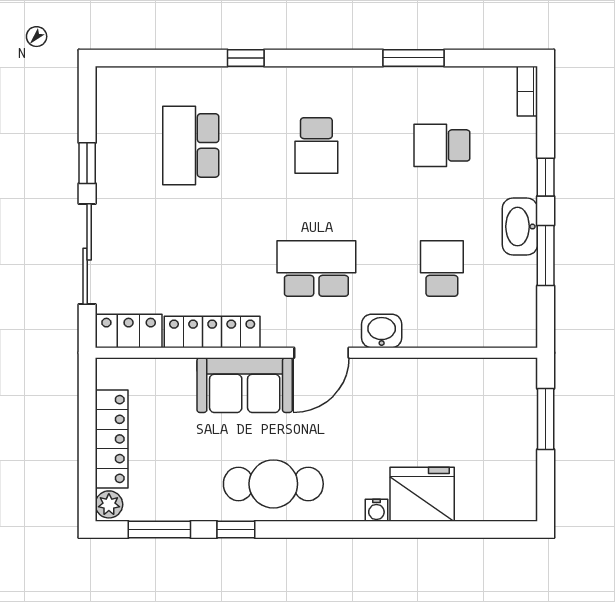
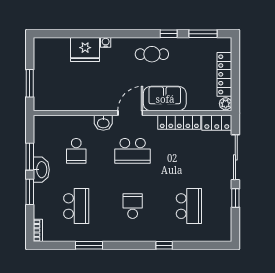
school desk: (442, 145) -> (76, 206), width x1.85
window: (546, 177) -> (30, 192), width x1.50
cafe table: (273, 484) -> (152, 54), width x0.73, depth x0.74
plant: (109, 504) -> (226, 104), moved

